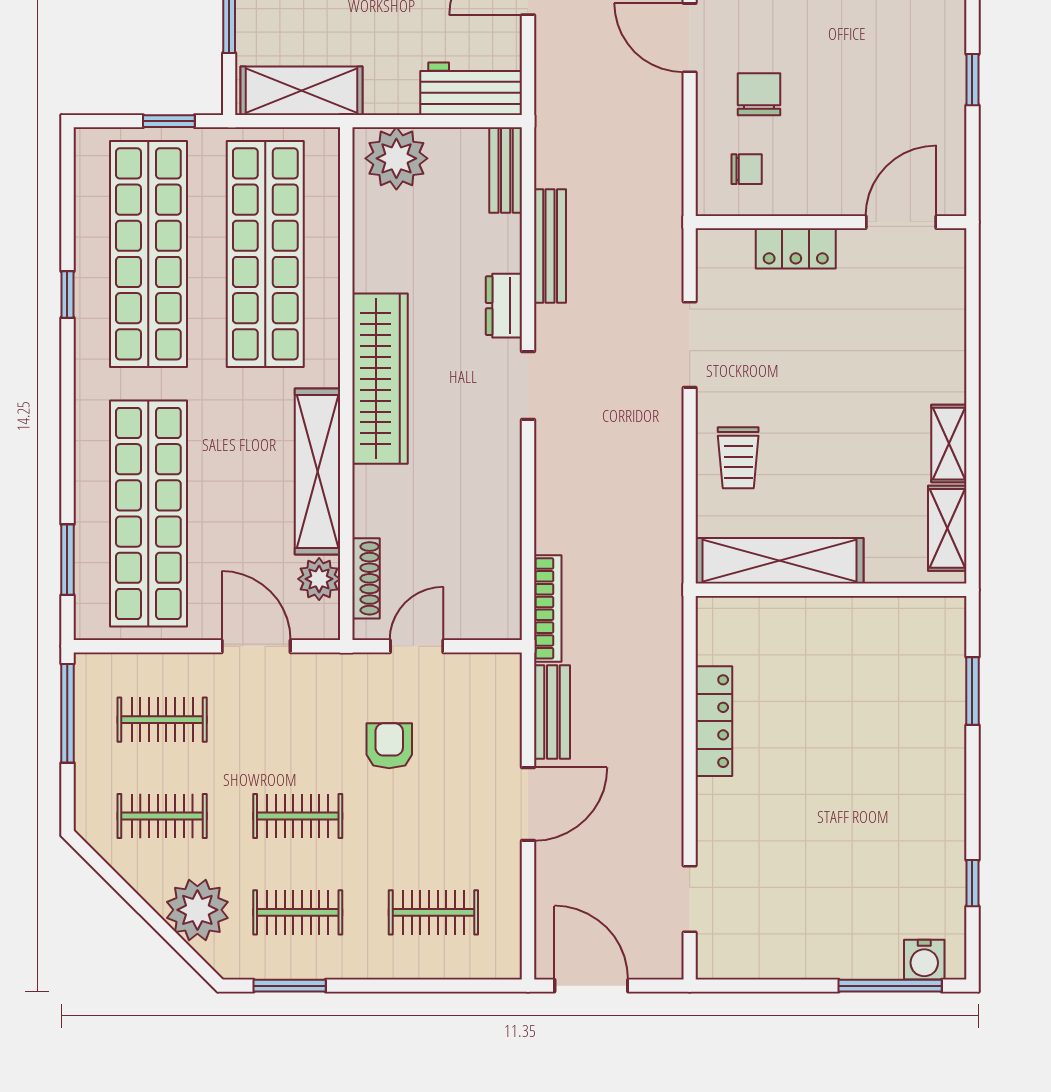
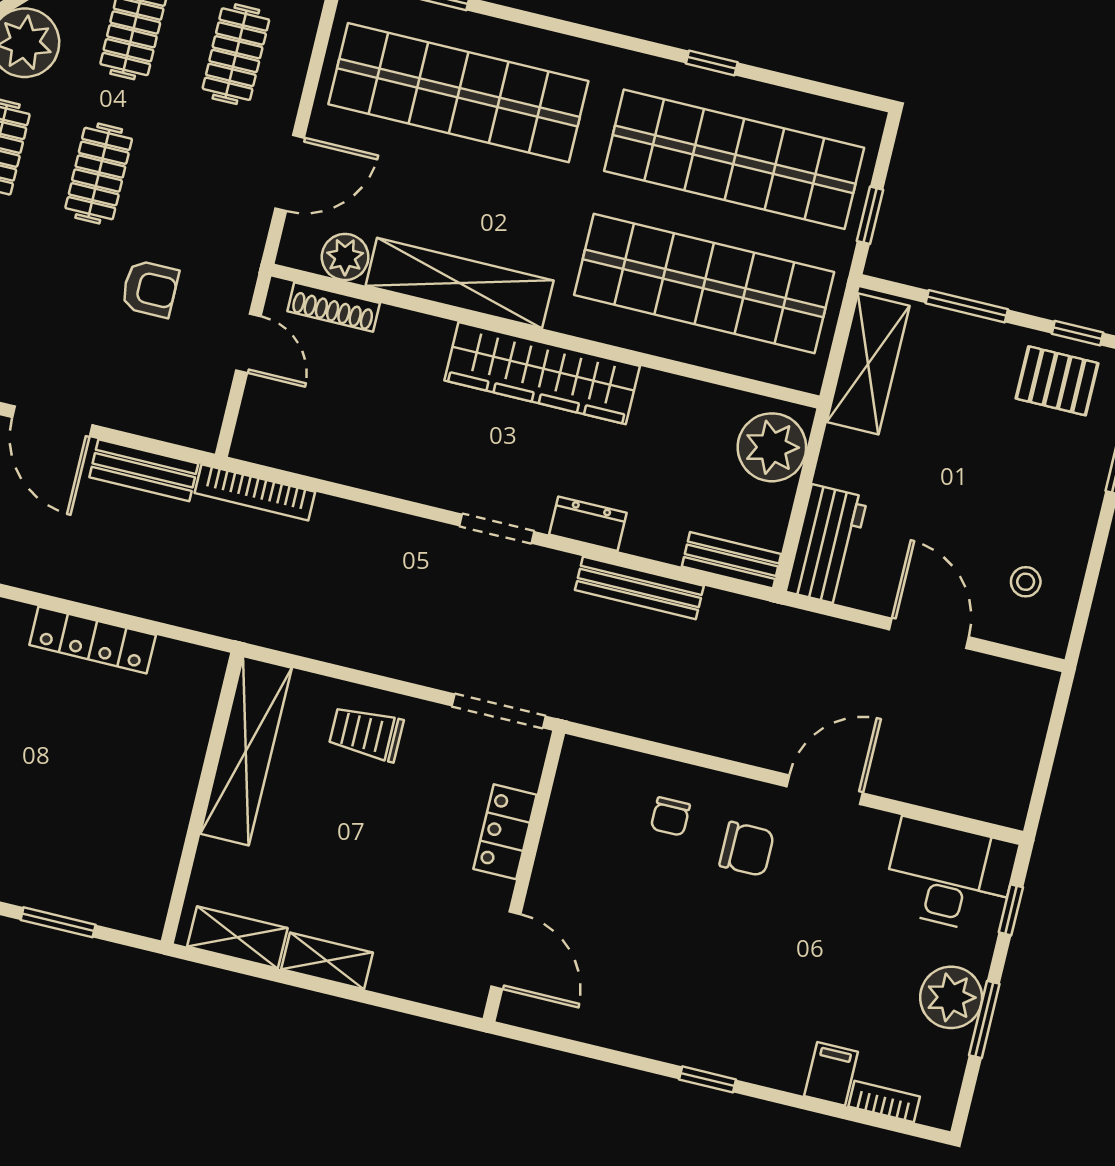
wall: (831, 222) -> (524, 876), moved
door: (901, 222) -> (506, 950), moved
locker: (796, 248) -> (505, 832), moved

